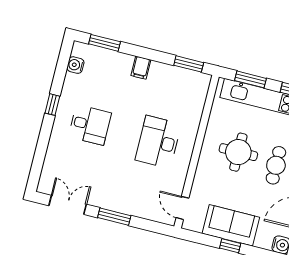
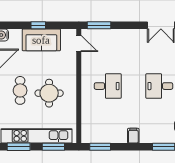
desk: (158, 142) -> (108, 86), width x0.73
window: (114, 217) -> (99, 25), moved

